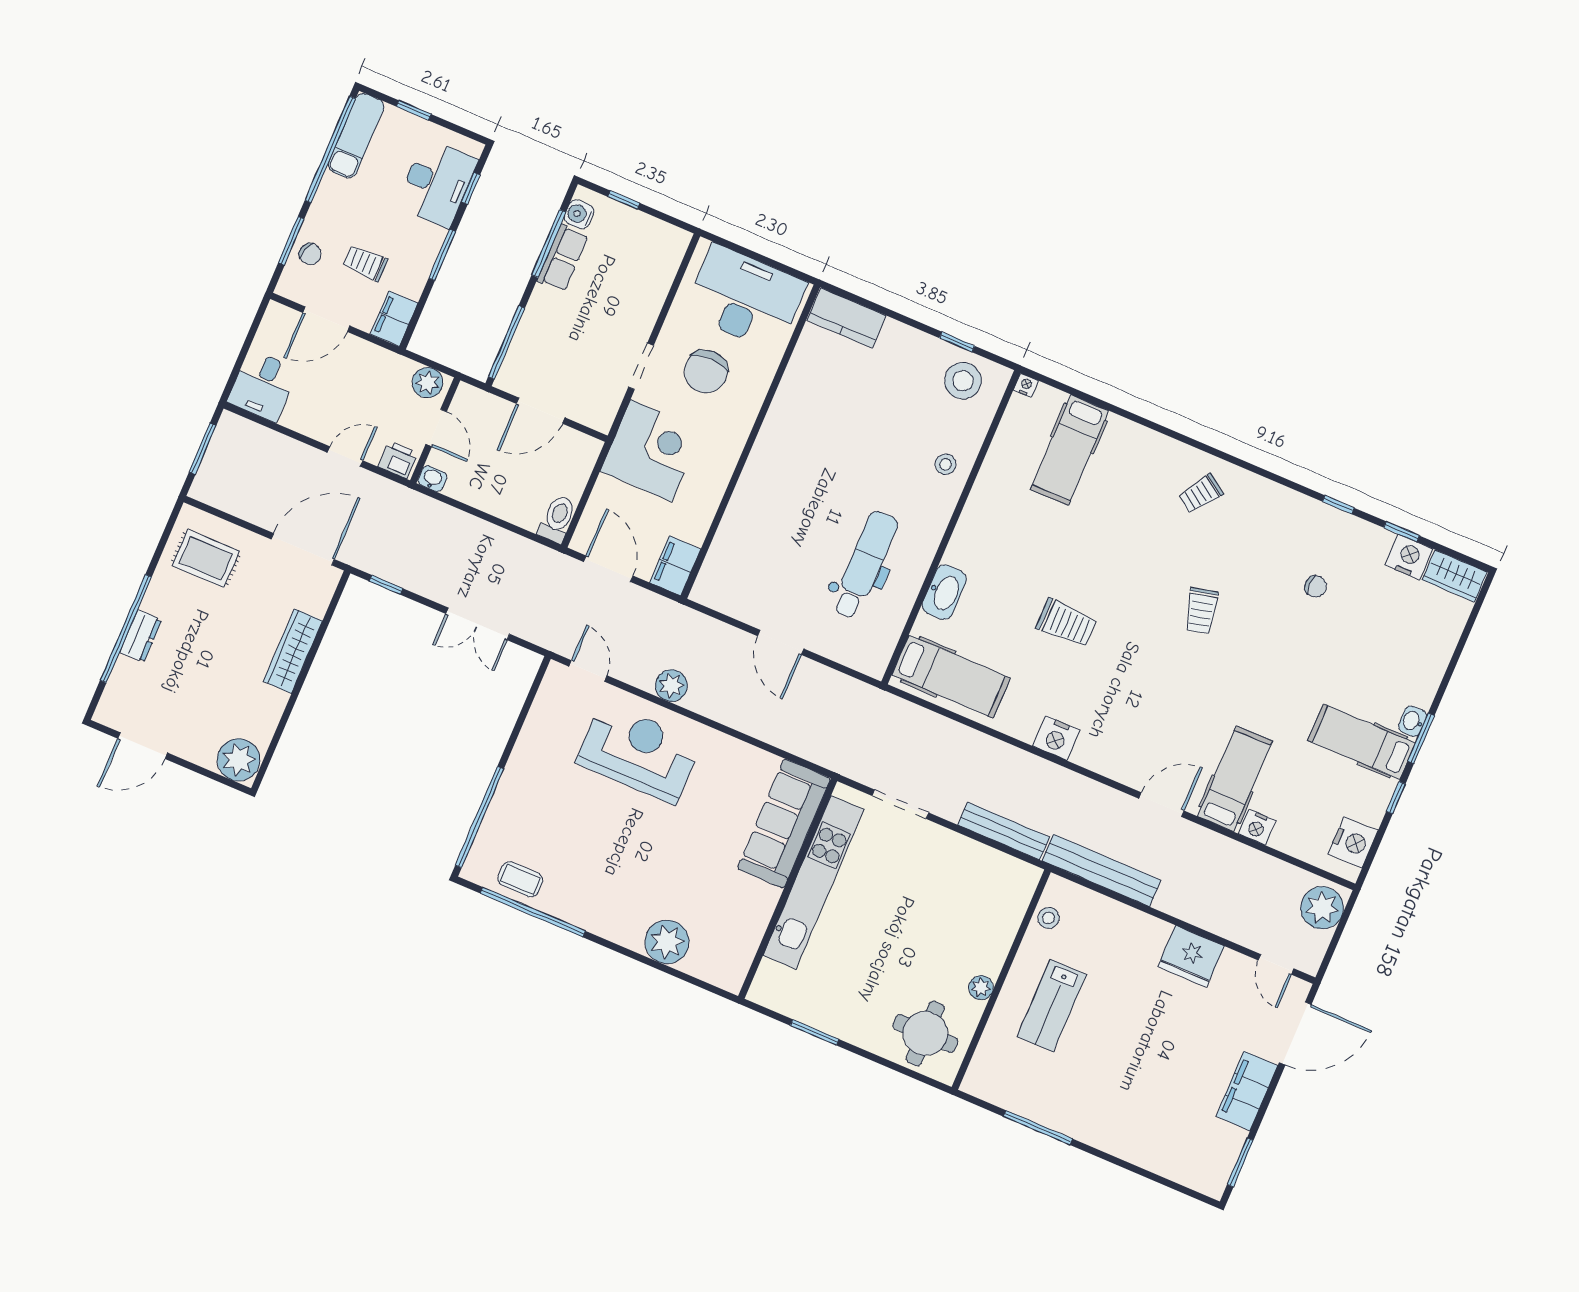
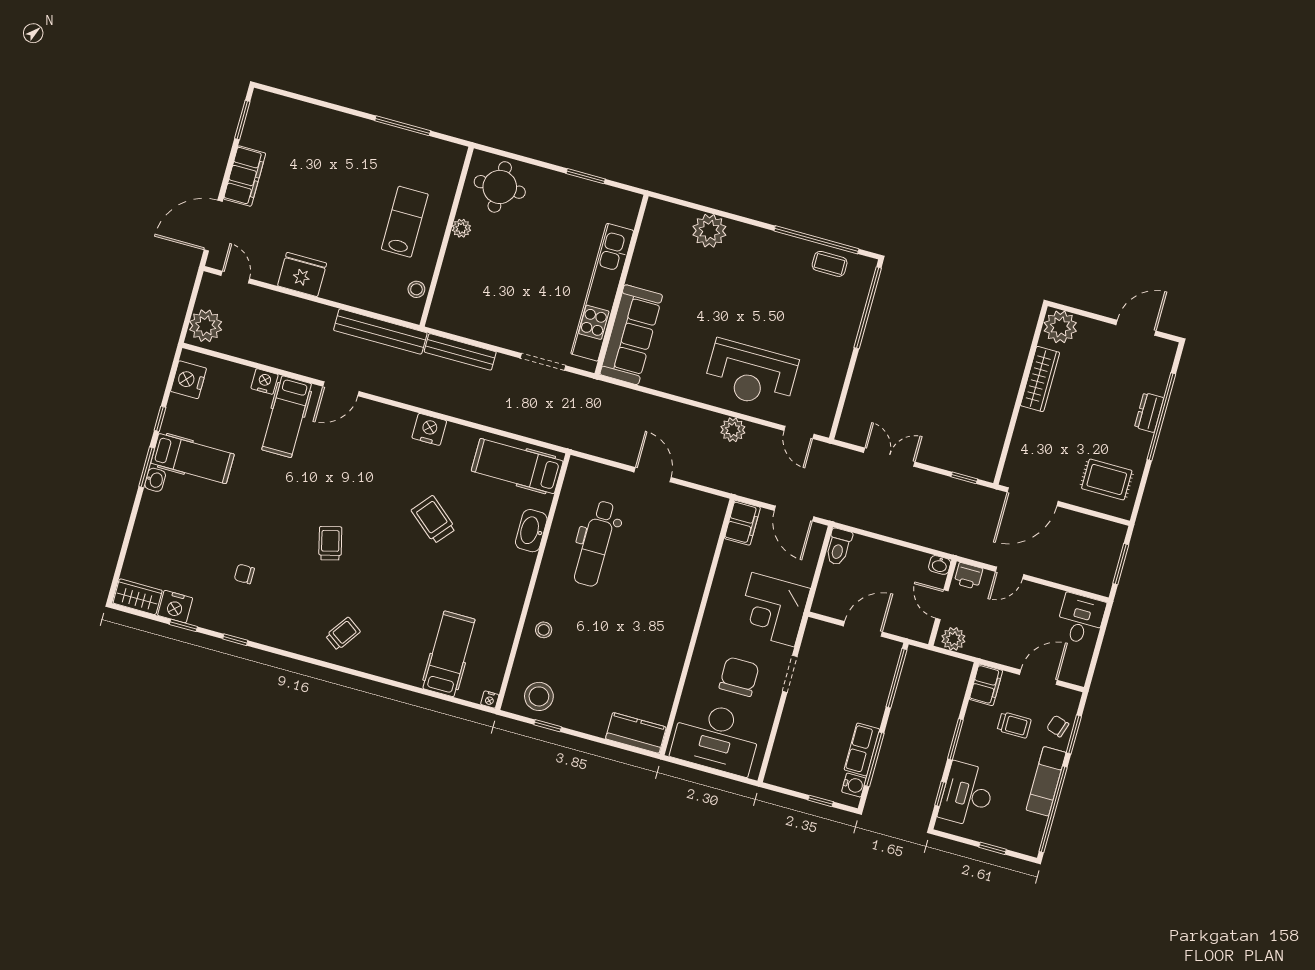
exam couch: (356, 136) -> (1046, 781), moved
trolley: (1066, 623) -> (433, 520), turned 40
wardrobe: (293, 651) -> (1040, 379), moved

